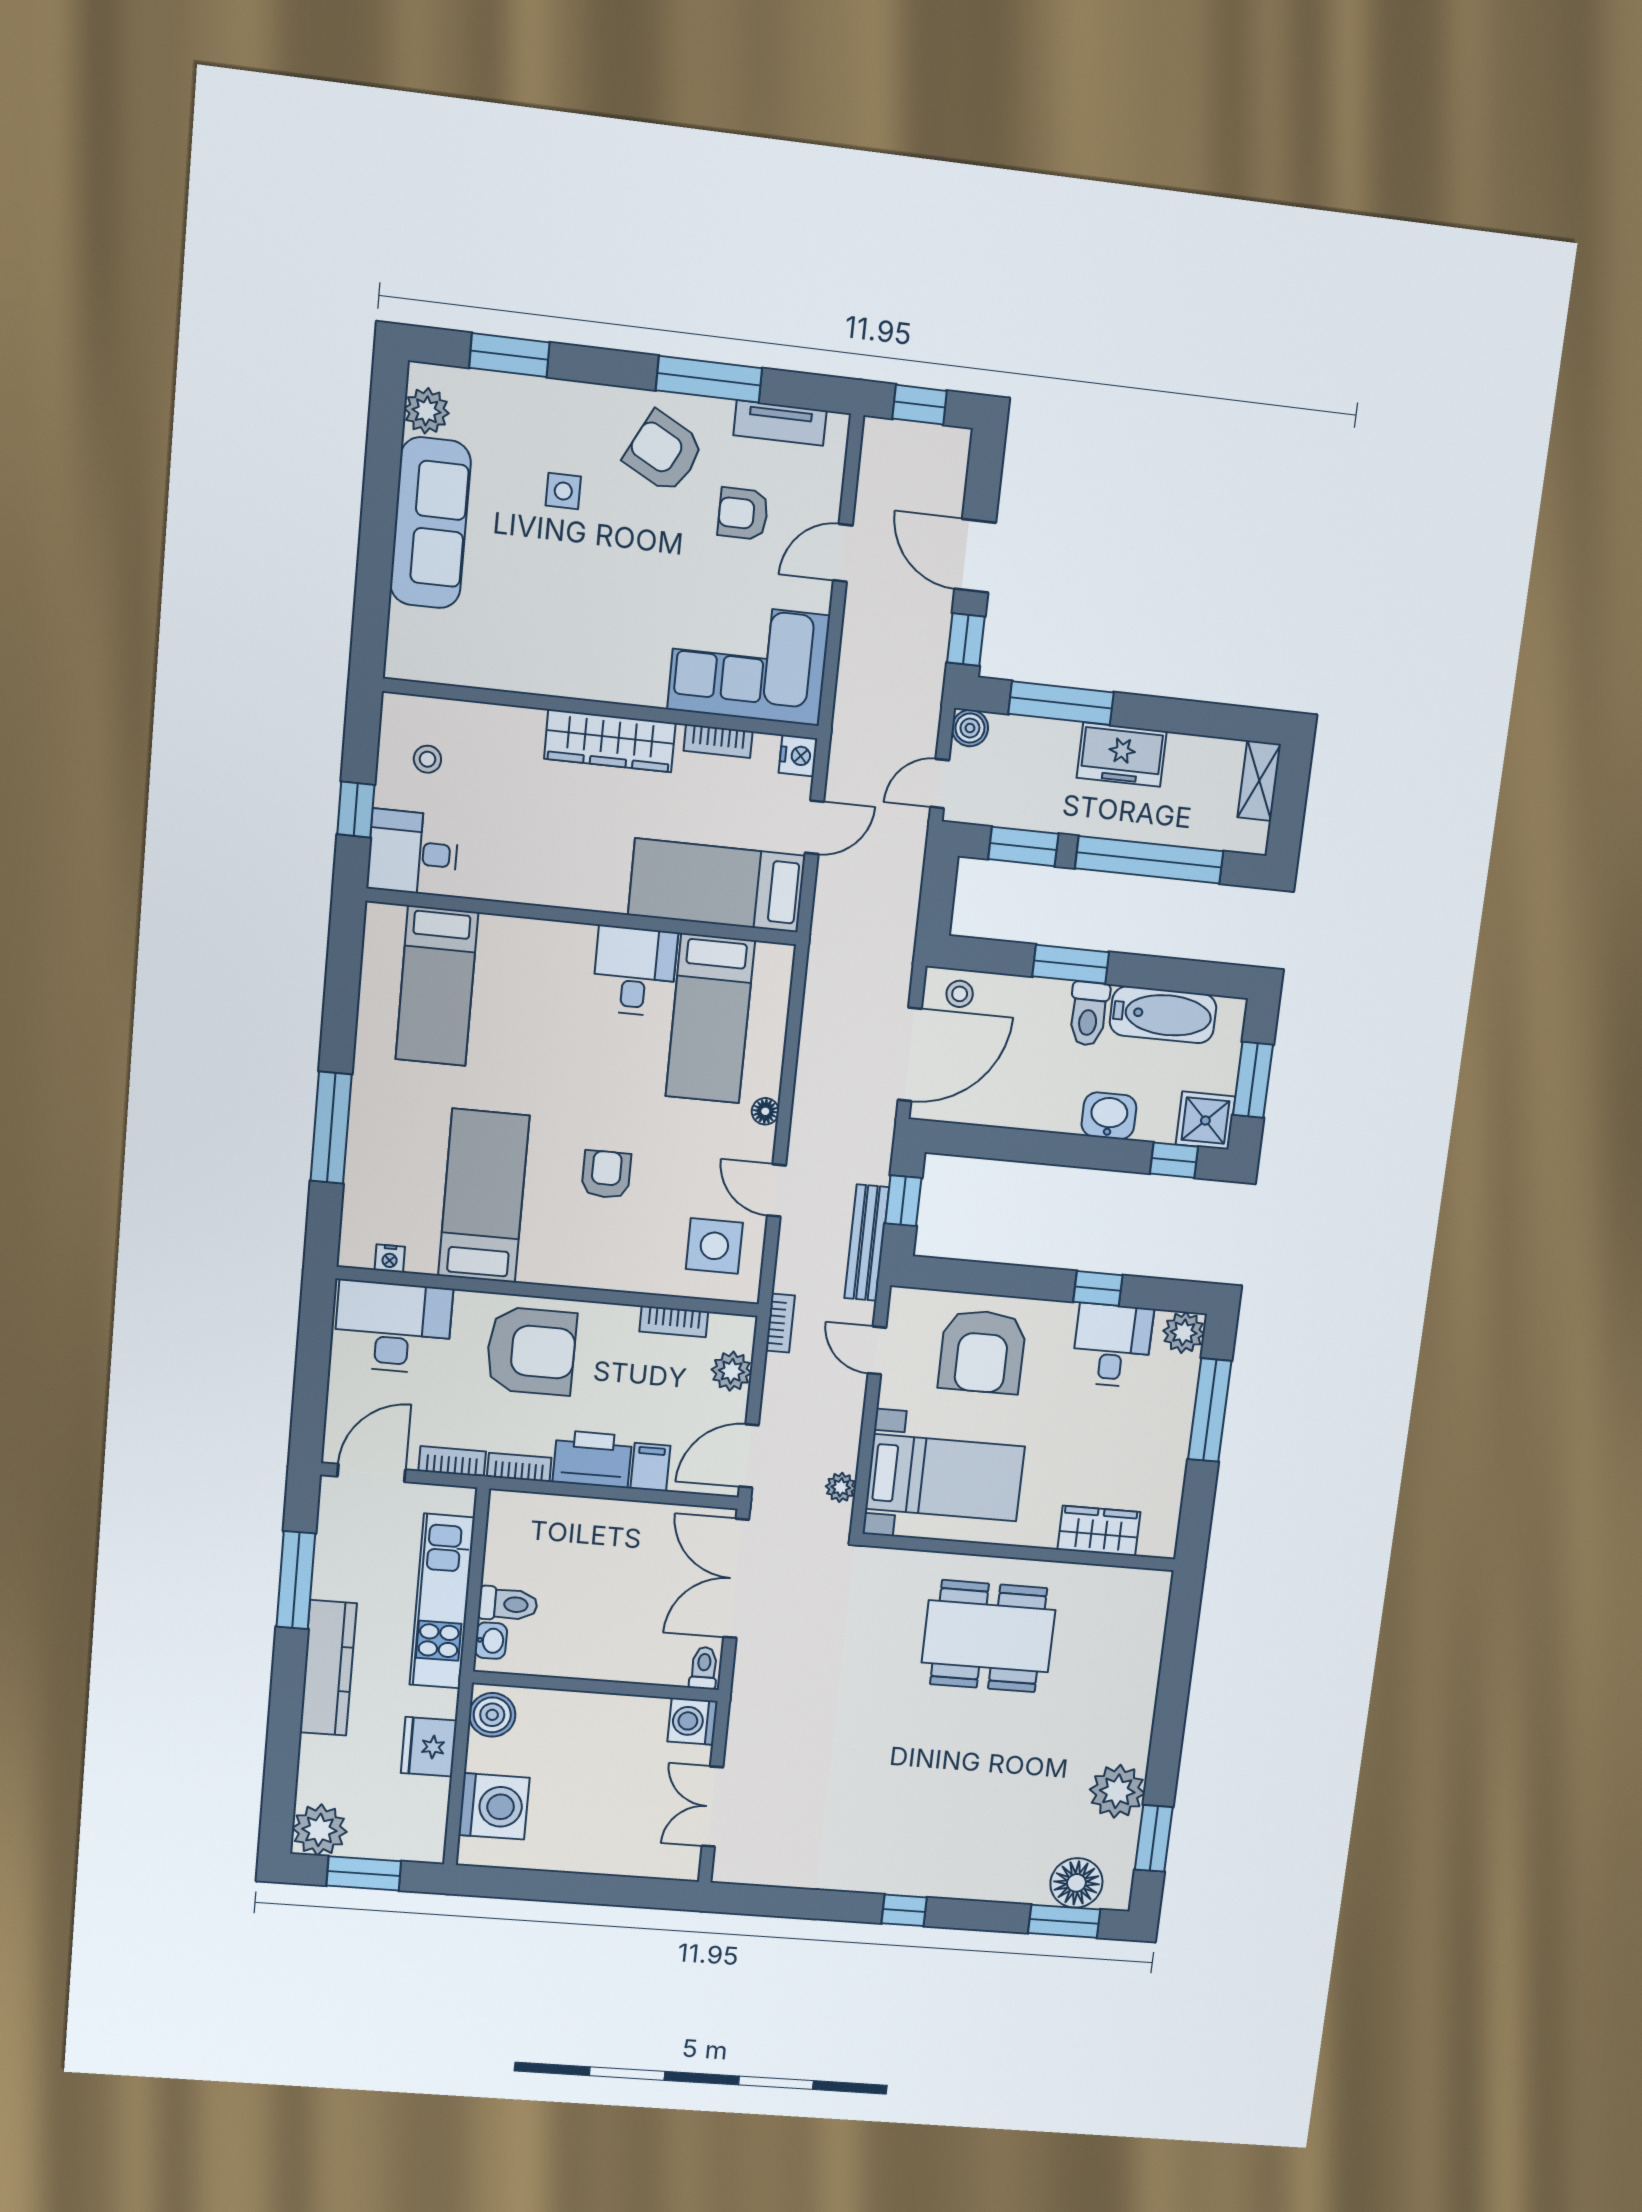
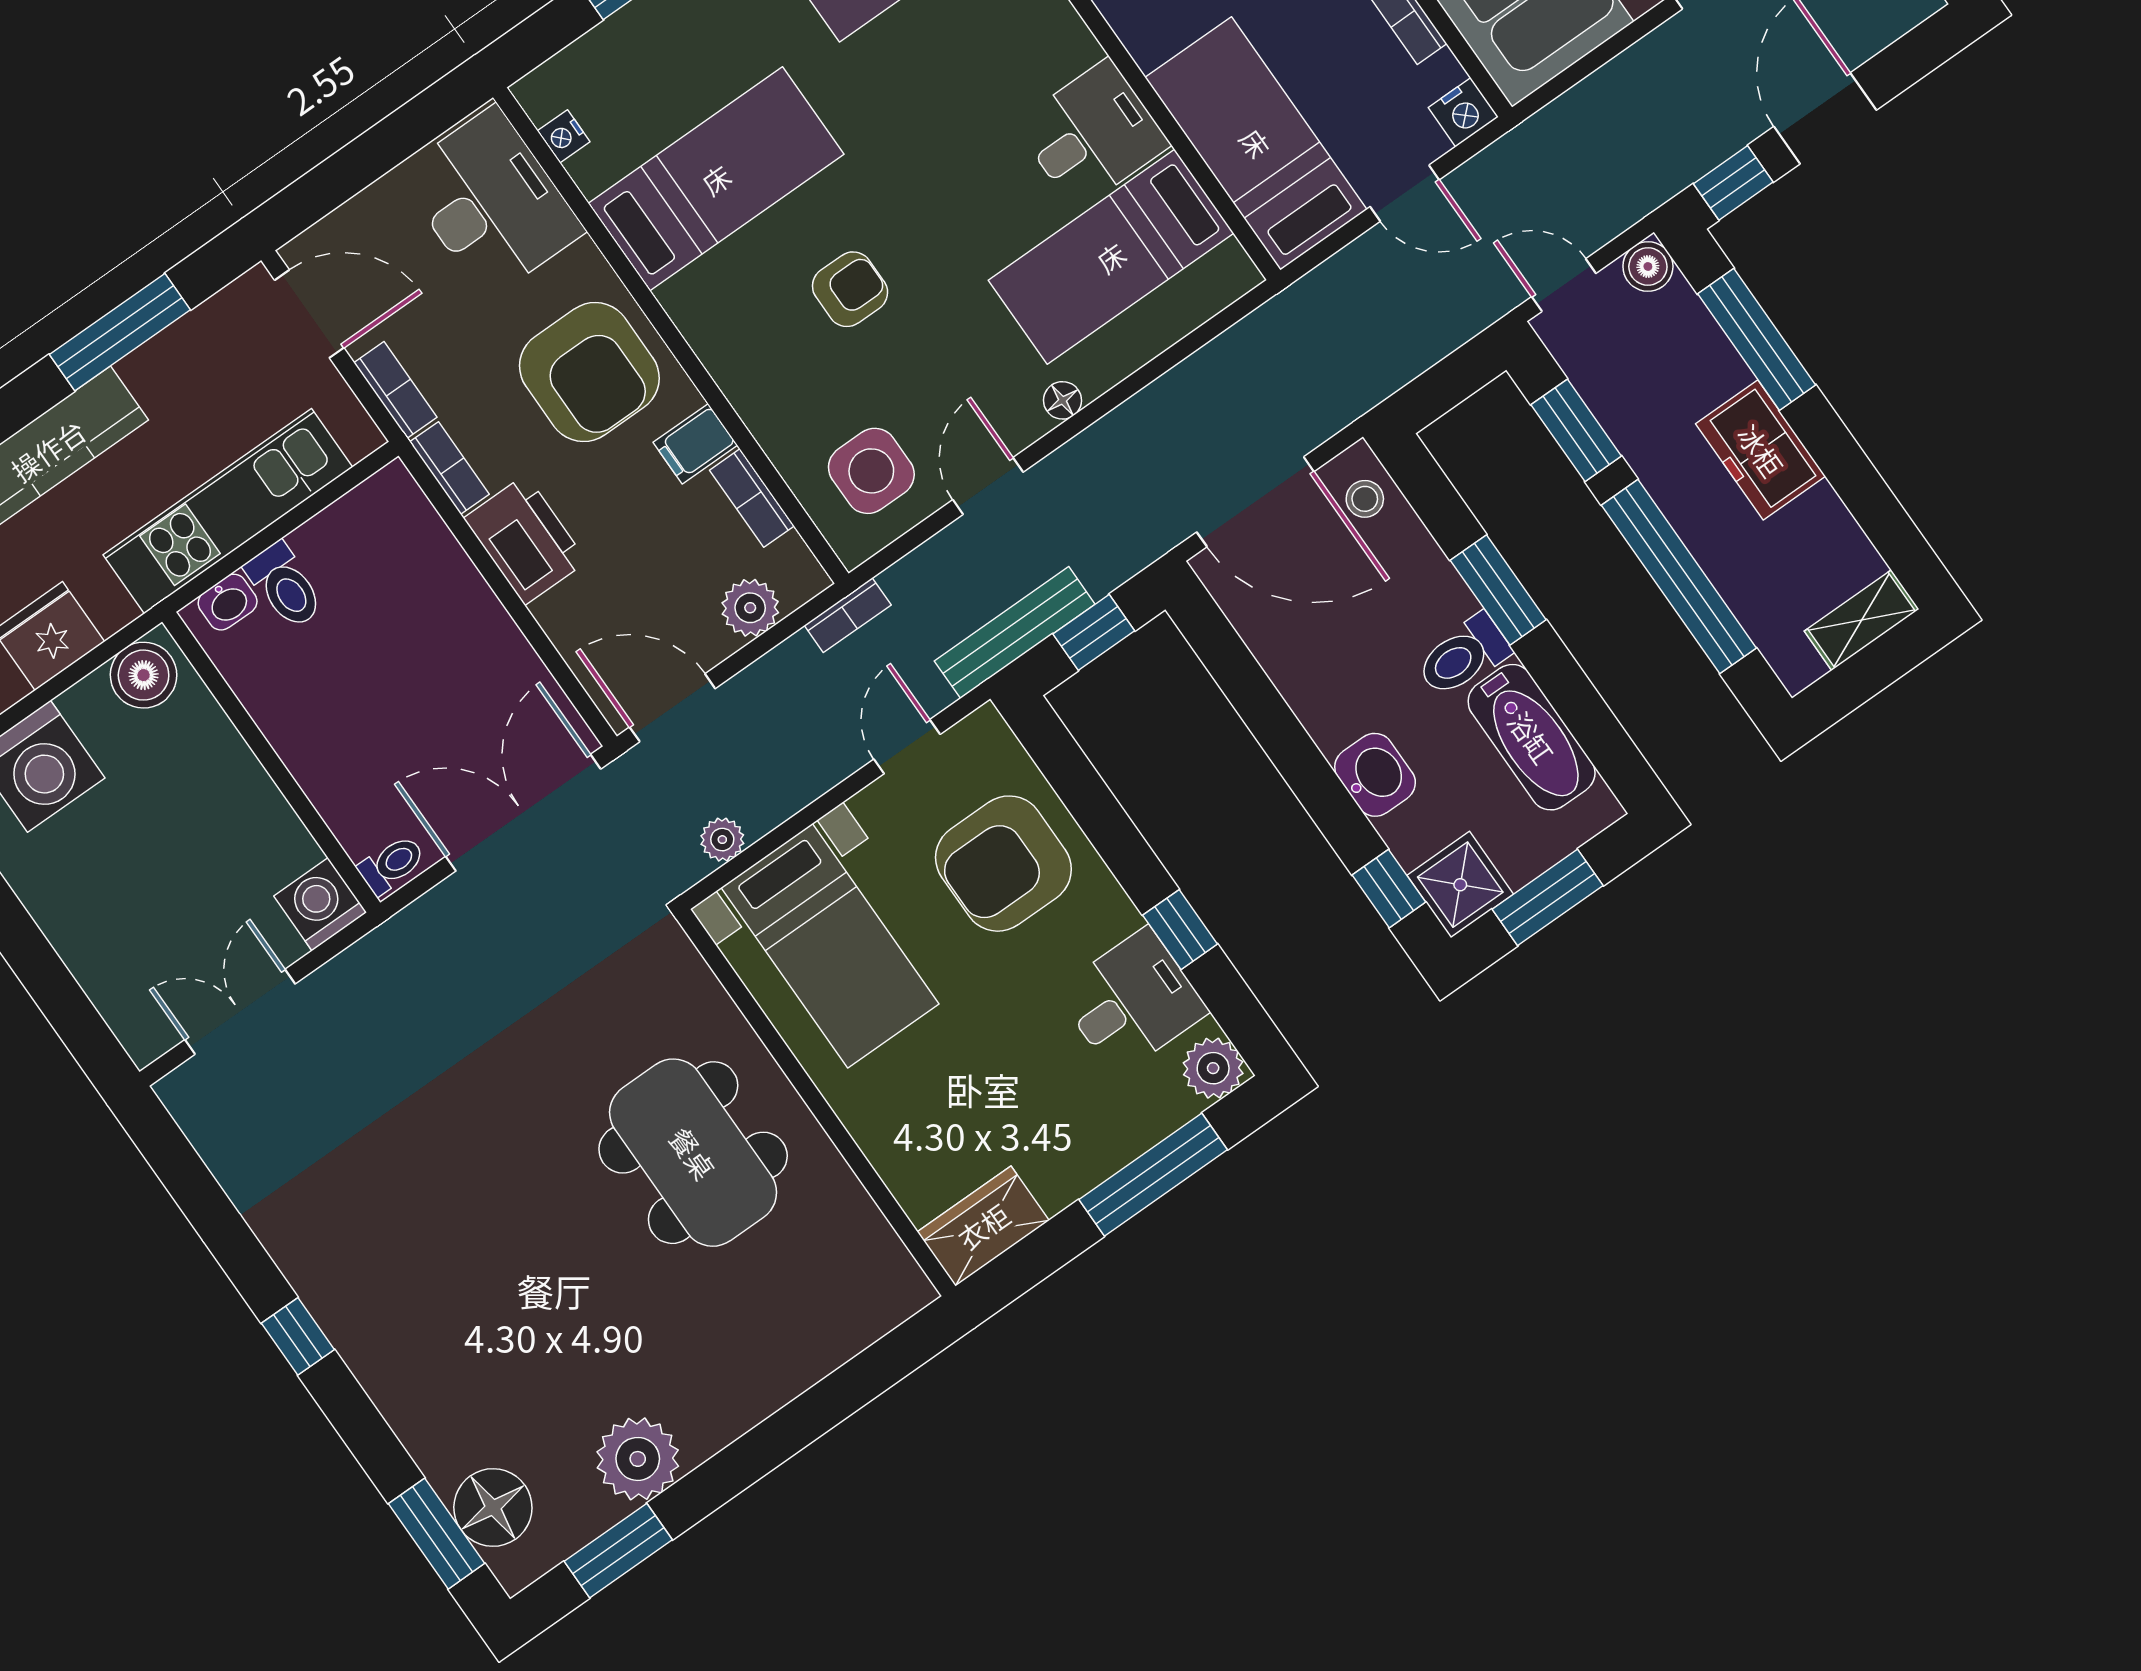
filing cabinet: (650, 1467) -> (695, 444), moved, turned 180
wardrobe: (1099, 1531) -> (983, 1226), moved, turned -90

